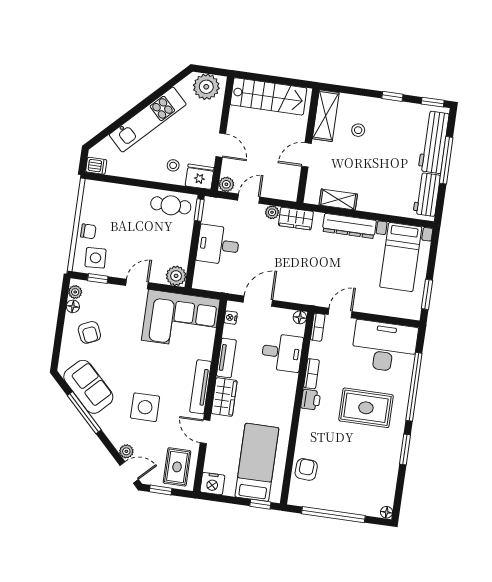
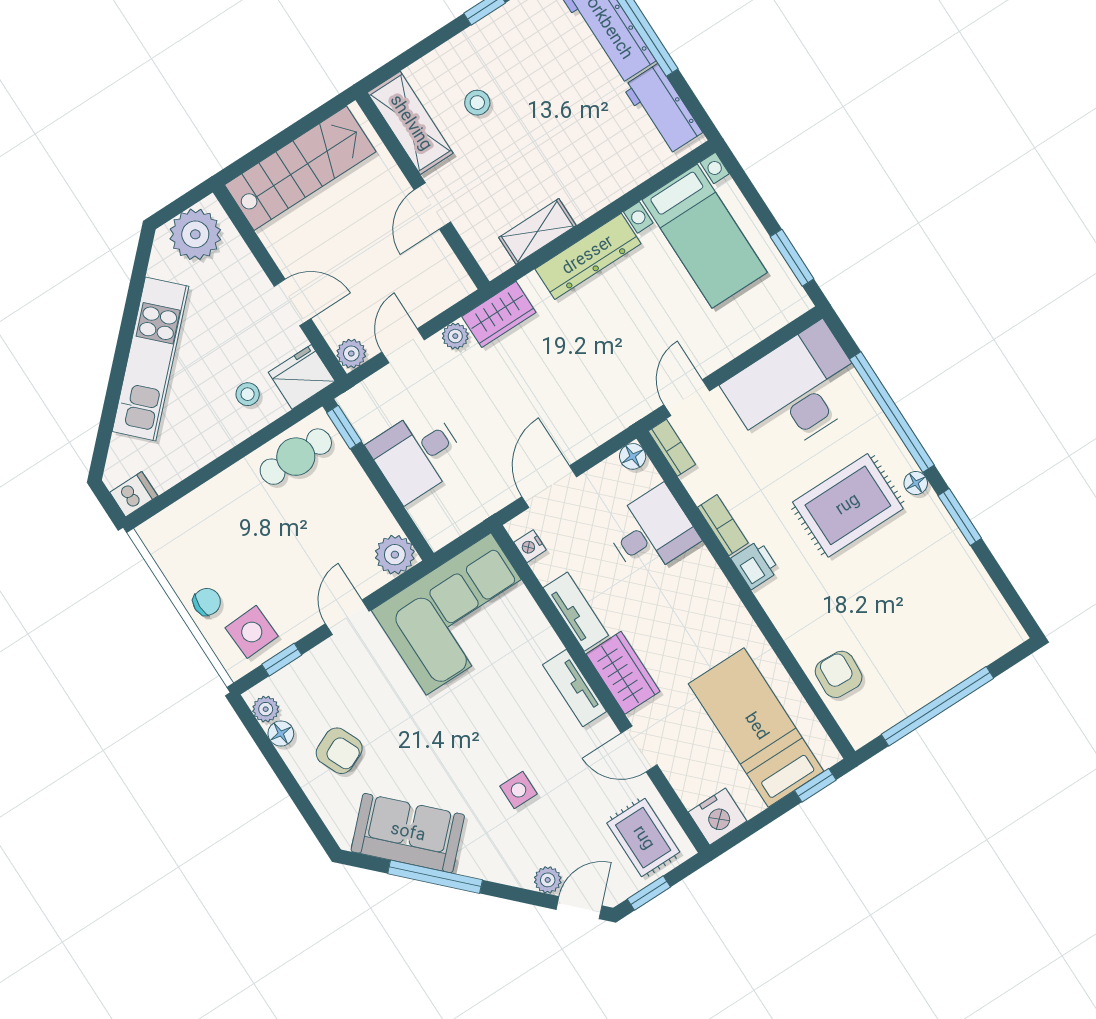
tv unit: (200, 387) -> (575, 688), width x0.71
side table: (145, 407) -> (519, 790), width x0.54, depth x0.54
floor lamp: (387, 512) -> (916, 483), moved

